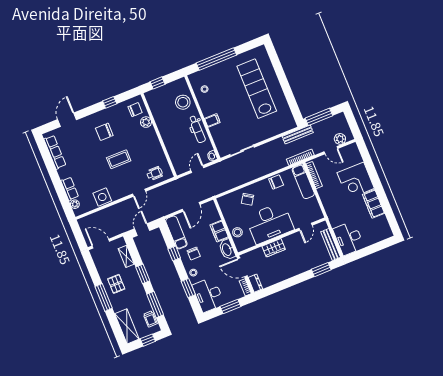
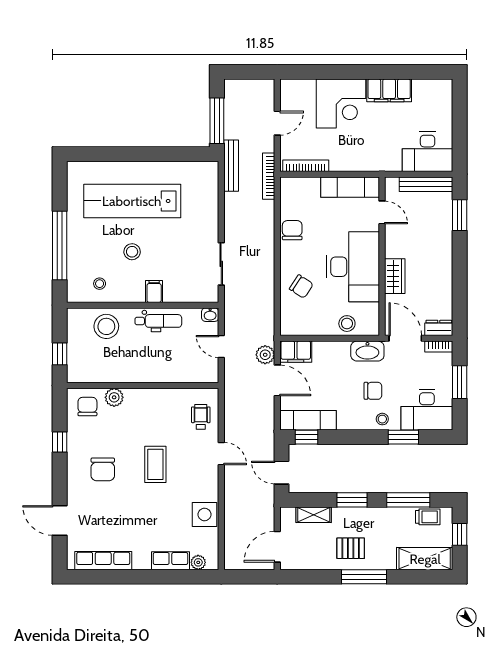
stool: (229, 100) -> (132, 252), added
plant: (340, 139) -> (265, 355), moved
exam couch: (303, 182) -> (350, 187), moved
filing cabinet: (219, 231) -> (296, 352), moved
window: (174, 253) -> (306, 437), moved
chair: (194, 253) -> (373, 391), moved
door: (242, 267) -> (405, 338), swing flipped

